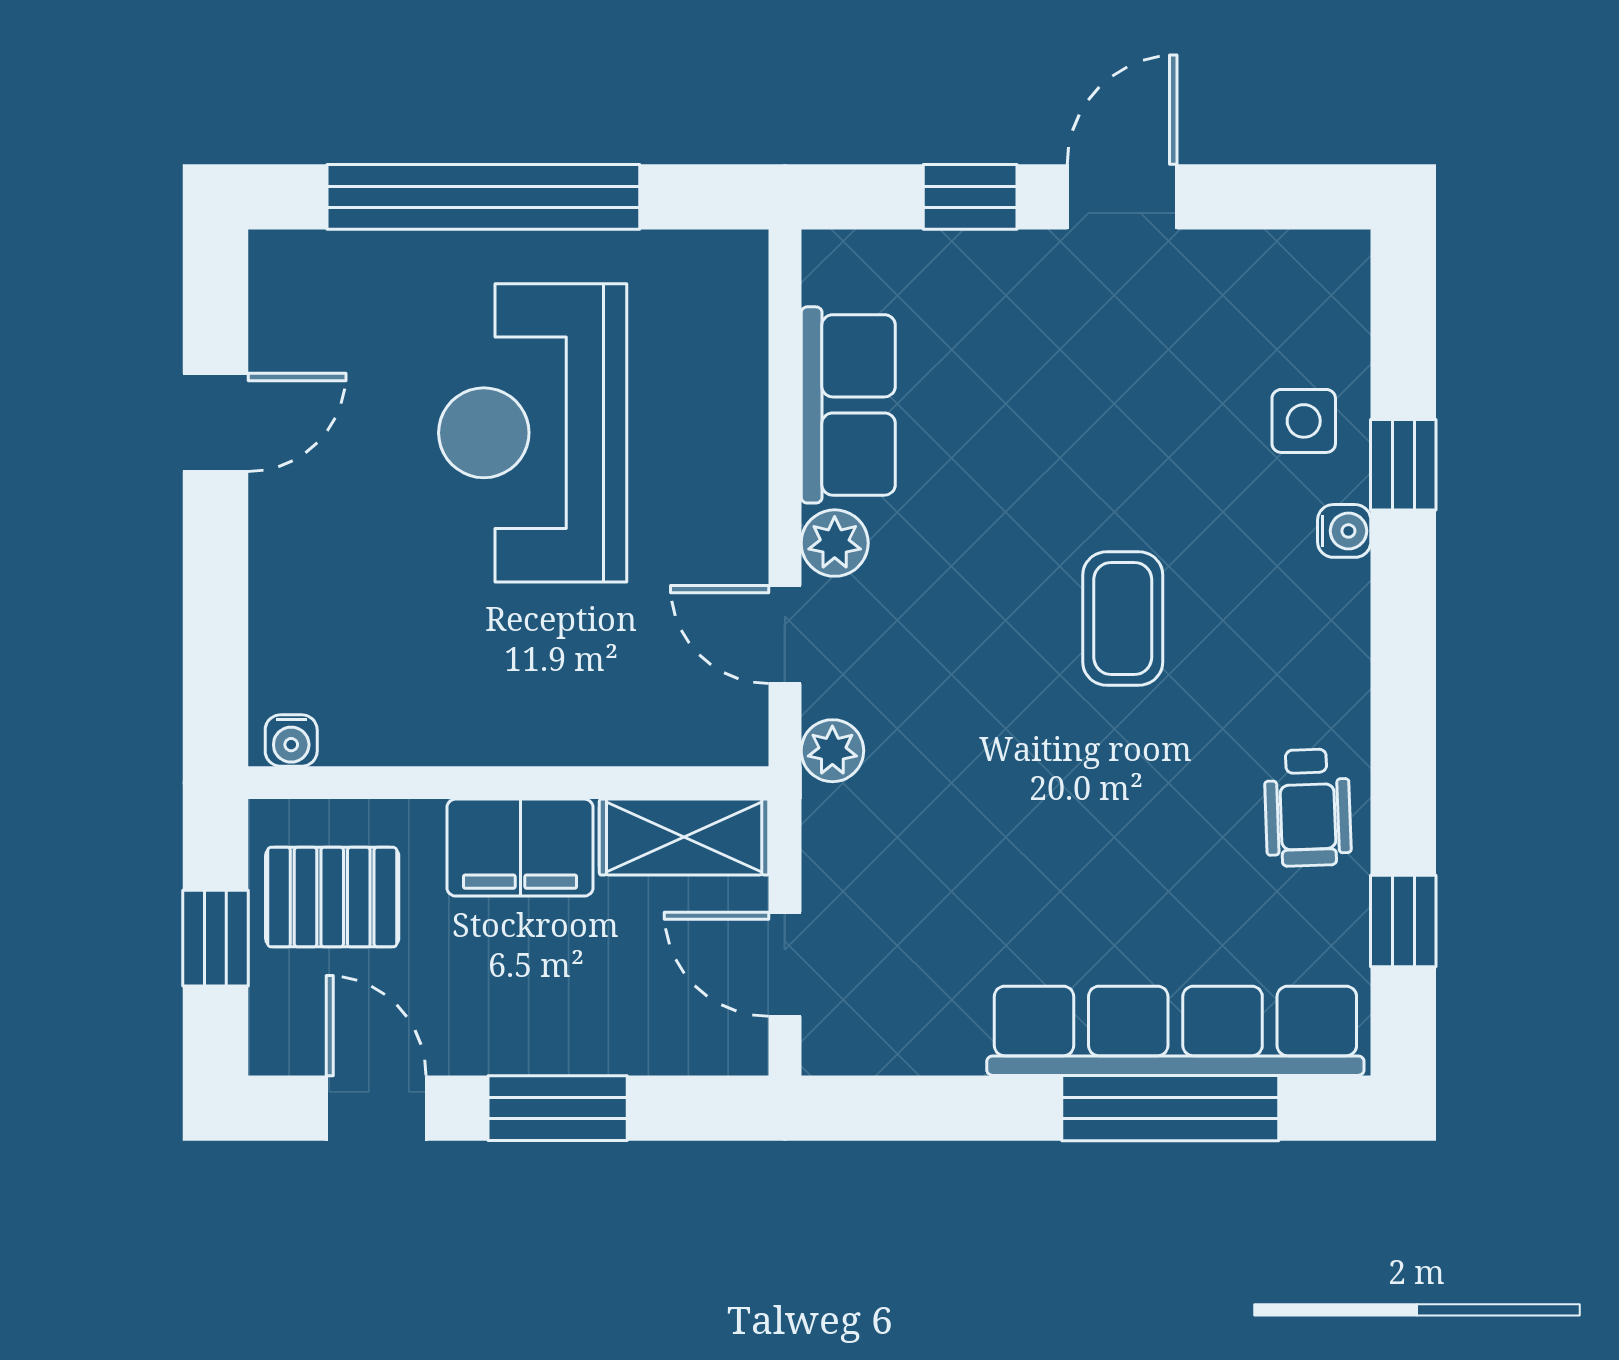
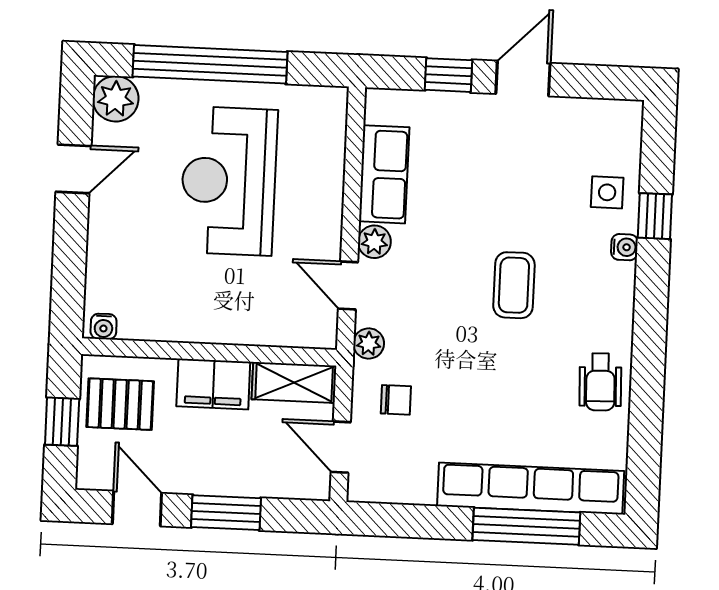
plant: (295, 276) -> (116, 99), added
chair: (893, 863) -> (396, 400), added
window: (1403, 921) -> (645, 440), removed

